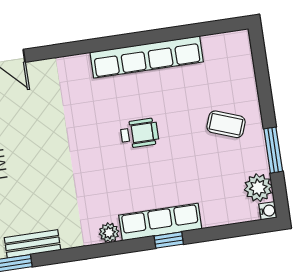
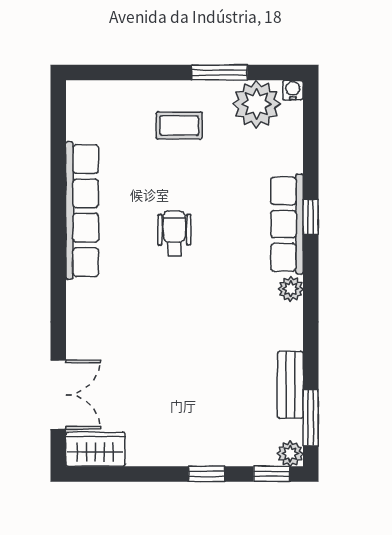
coffee table: (226, 124) -> (179, 126), turned 70
plant: (258, 188) -> (257, 104), width x1.36, depth x1.36

